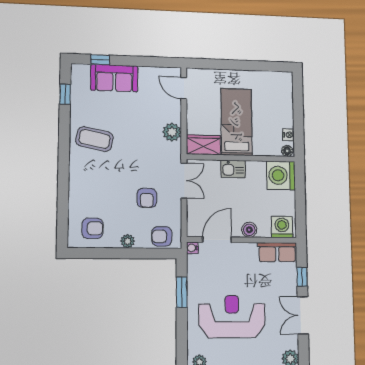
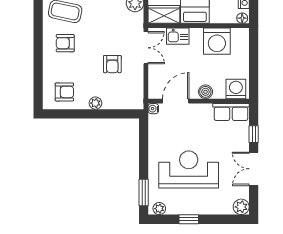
kitchen sink: (233, 169) -> (178, 36), moved
washing machine: (281, 175) -> (217, 41), moved, turned -90
armchair: (162, 236) -> (65, 43), moved
window: (182, 292) -> (144, 193), moved

